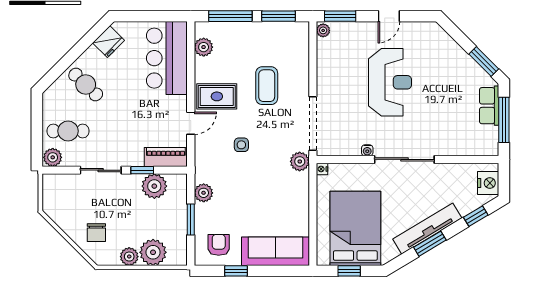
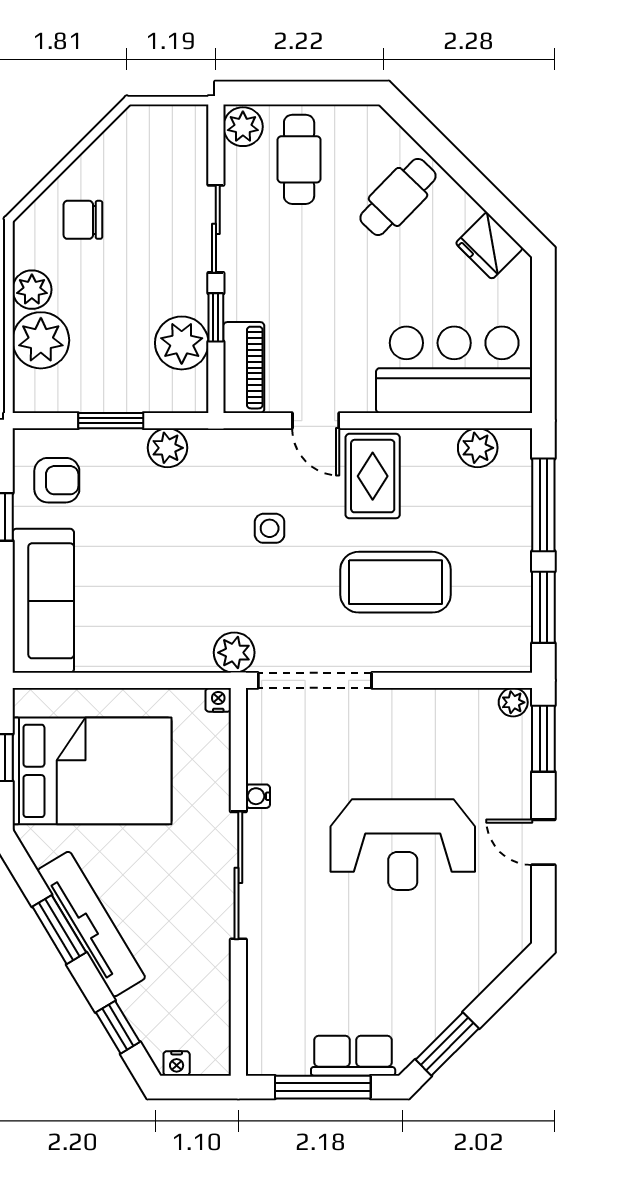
coffee table: (267, 86) -> (395, 582), width x1.36, depth x1.32
nightstand: (488, 183) -> (177, 1063), width x0.53, depth x0.56

